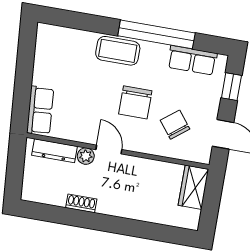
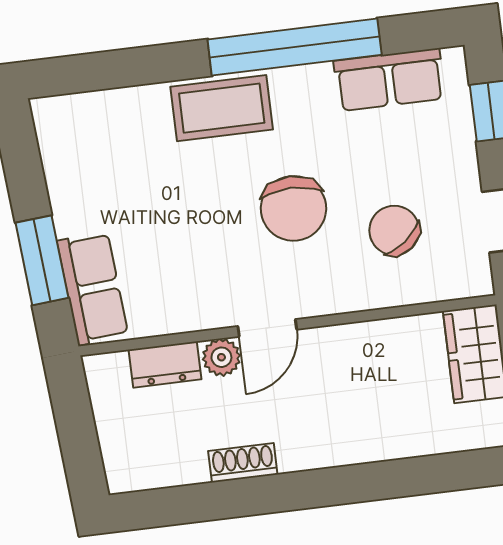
window: (22, 92) -> (42, 260), added
door: (109, 150) -> (267, 328), swing flipped
dresser: (54, 151) -> (165, 364), width x0.70

